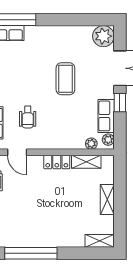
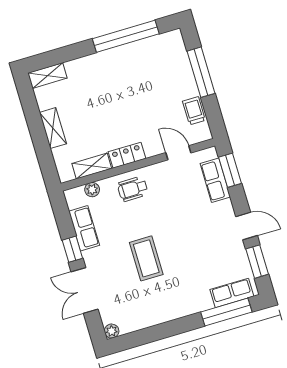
plant: (103, 36) -> (112, 331), width x0.53, depth x0.53
wheelchair: (28, 117) -> (133, 189), moved, turned -90
plant: (108, 140) -> (73, 201), removed

